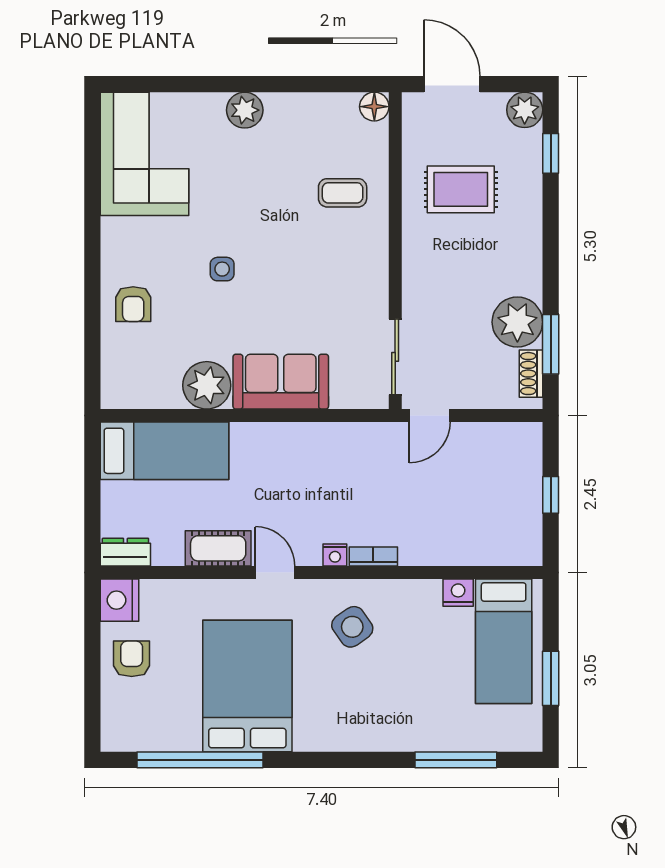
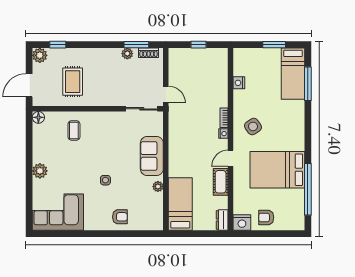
plant: (517, 322) -> (127, 54), width x0.53, depth x0.53
plant: (207, 385) -> (158, 186), width x0.53, depth x0.53
bed: (504, 641) -> (293, 74), moved, turned 90

